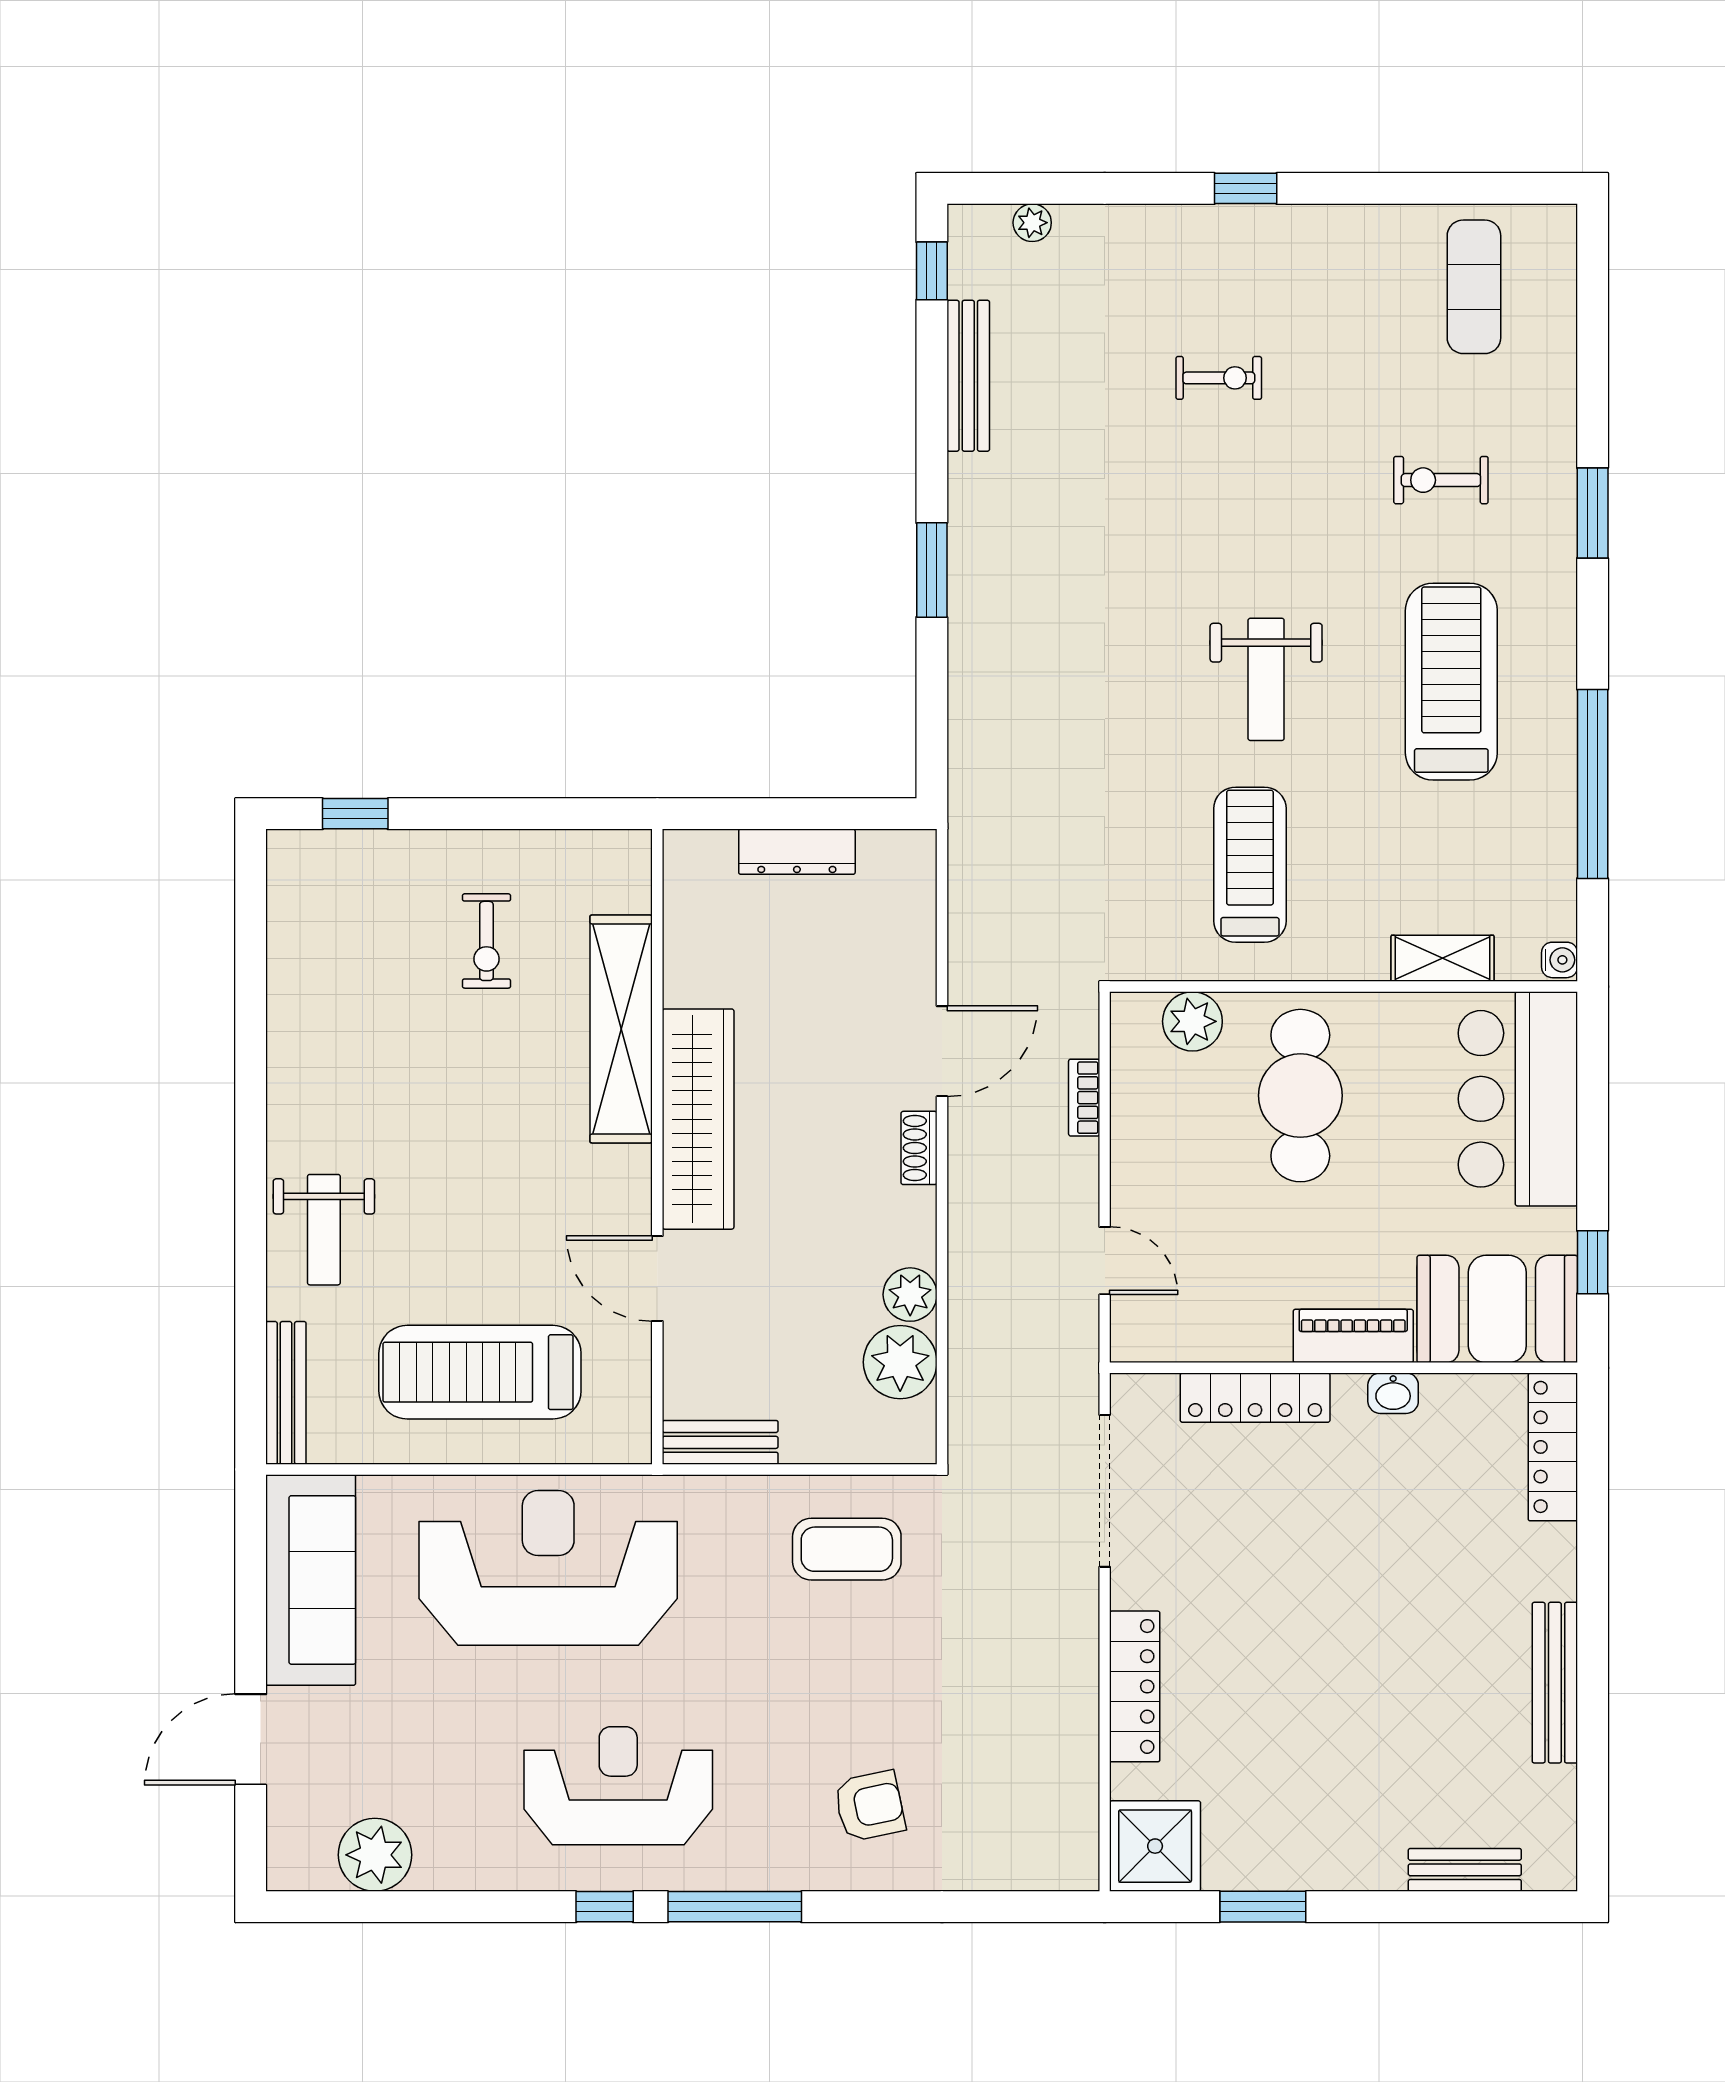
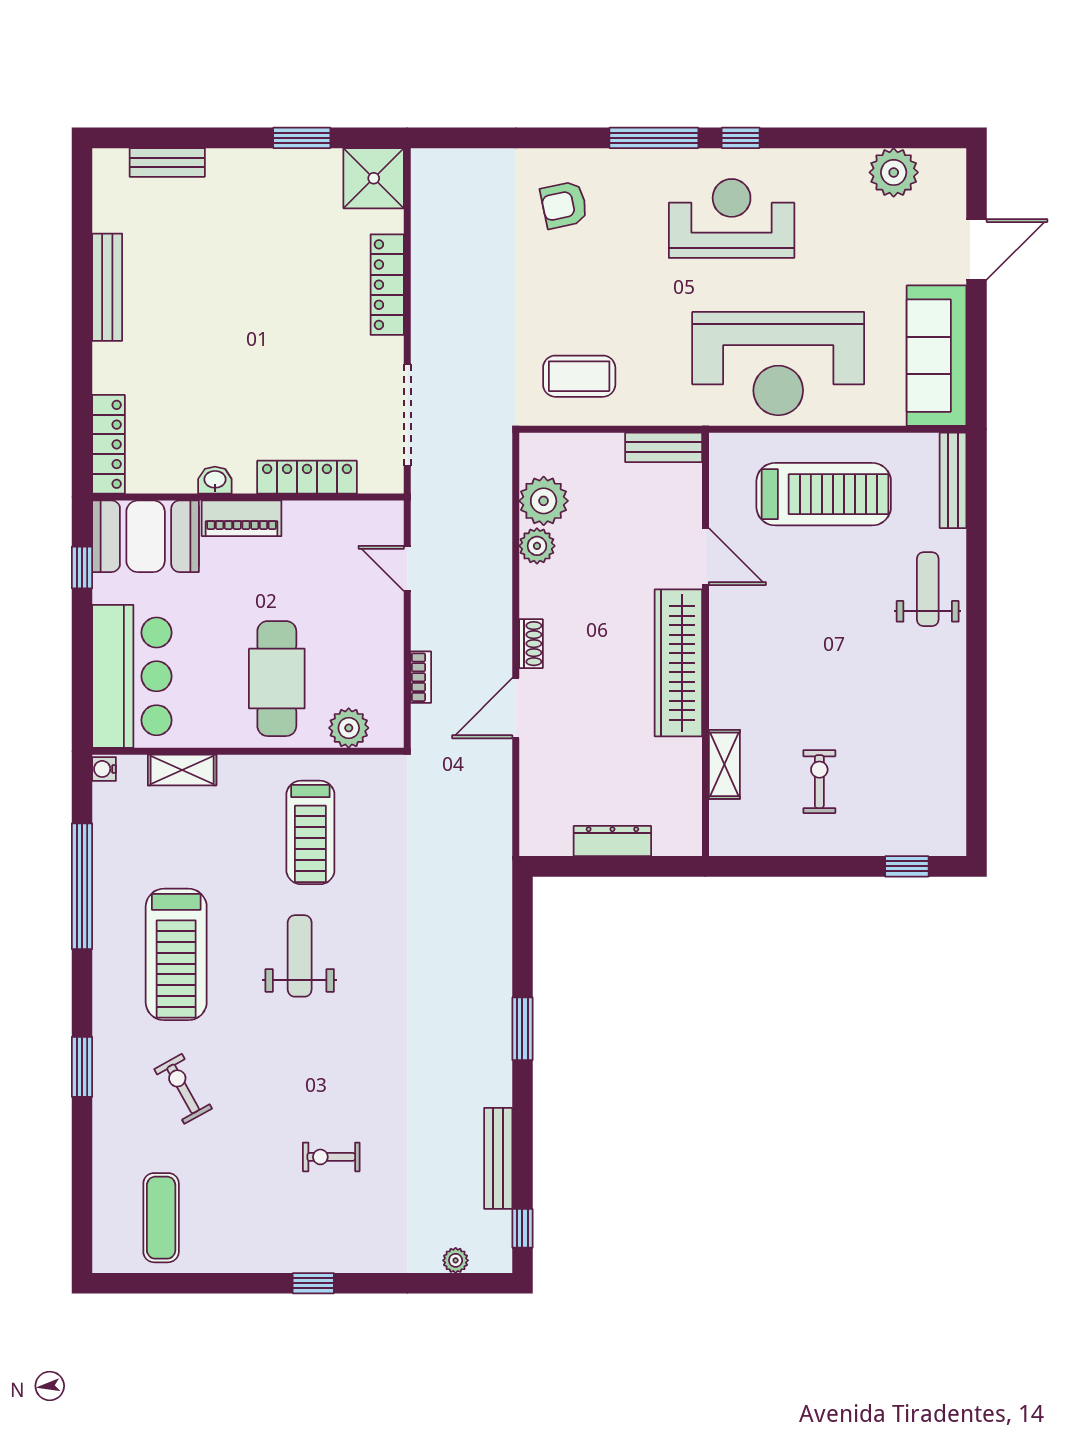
exercise bike: (1441, 480) -> (183, 1089), turned -119
shelving: (621, 1029) -> (724, 764), width x0.45, depth x0.75
reception desk: (618, 1786) -> (732, 218), turned 180

